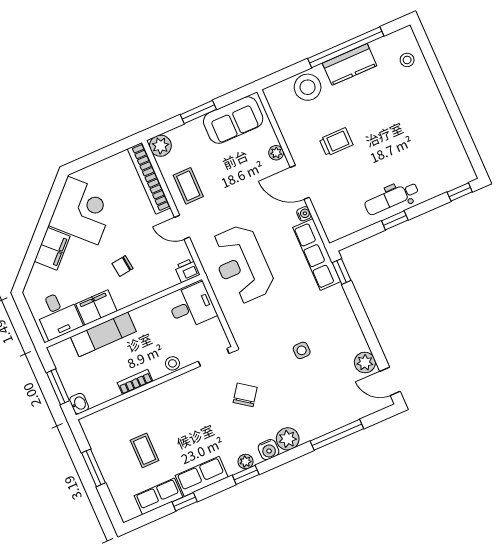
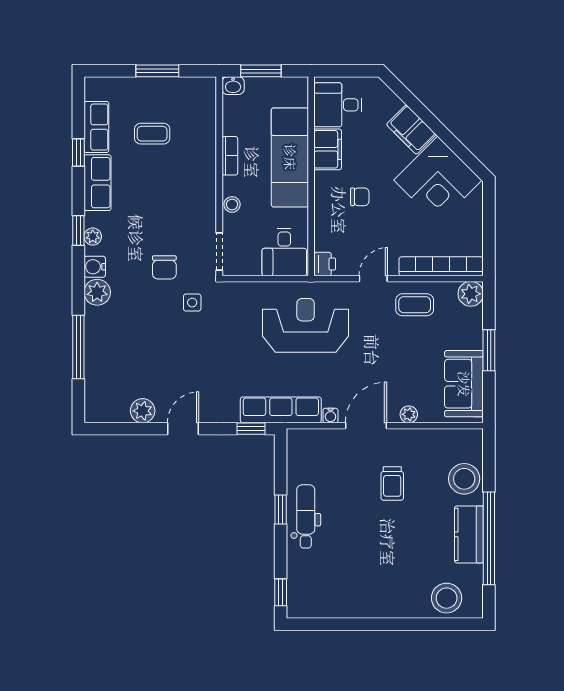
stool: (407, 60) -> (447, 598), width x1.89, depth x1.89
chair: (123, 266) -> (360, 197), turned 97
exam couch: (103, 334) -> (290, 157), width x1.36, depth x1.45
side table: (302, 350) -> (192, 303), moved
door: (390, 381) -> (183, 429), moved
chair: (245, 395) -> (164, 267), turned 54

